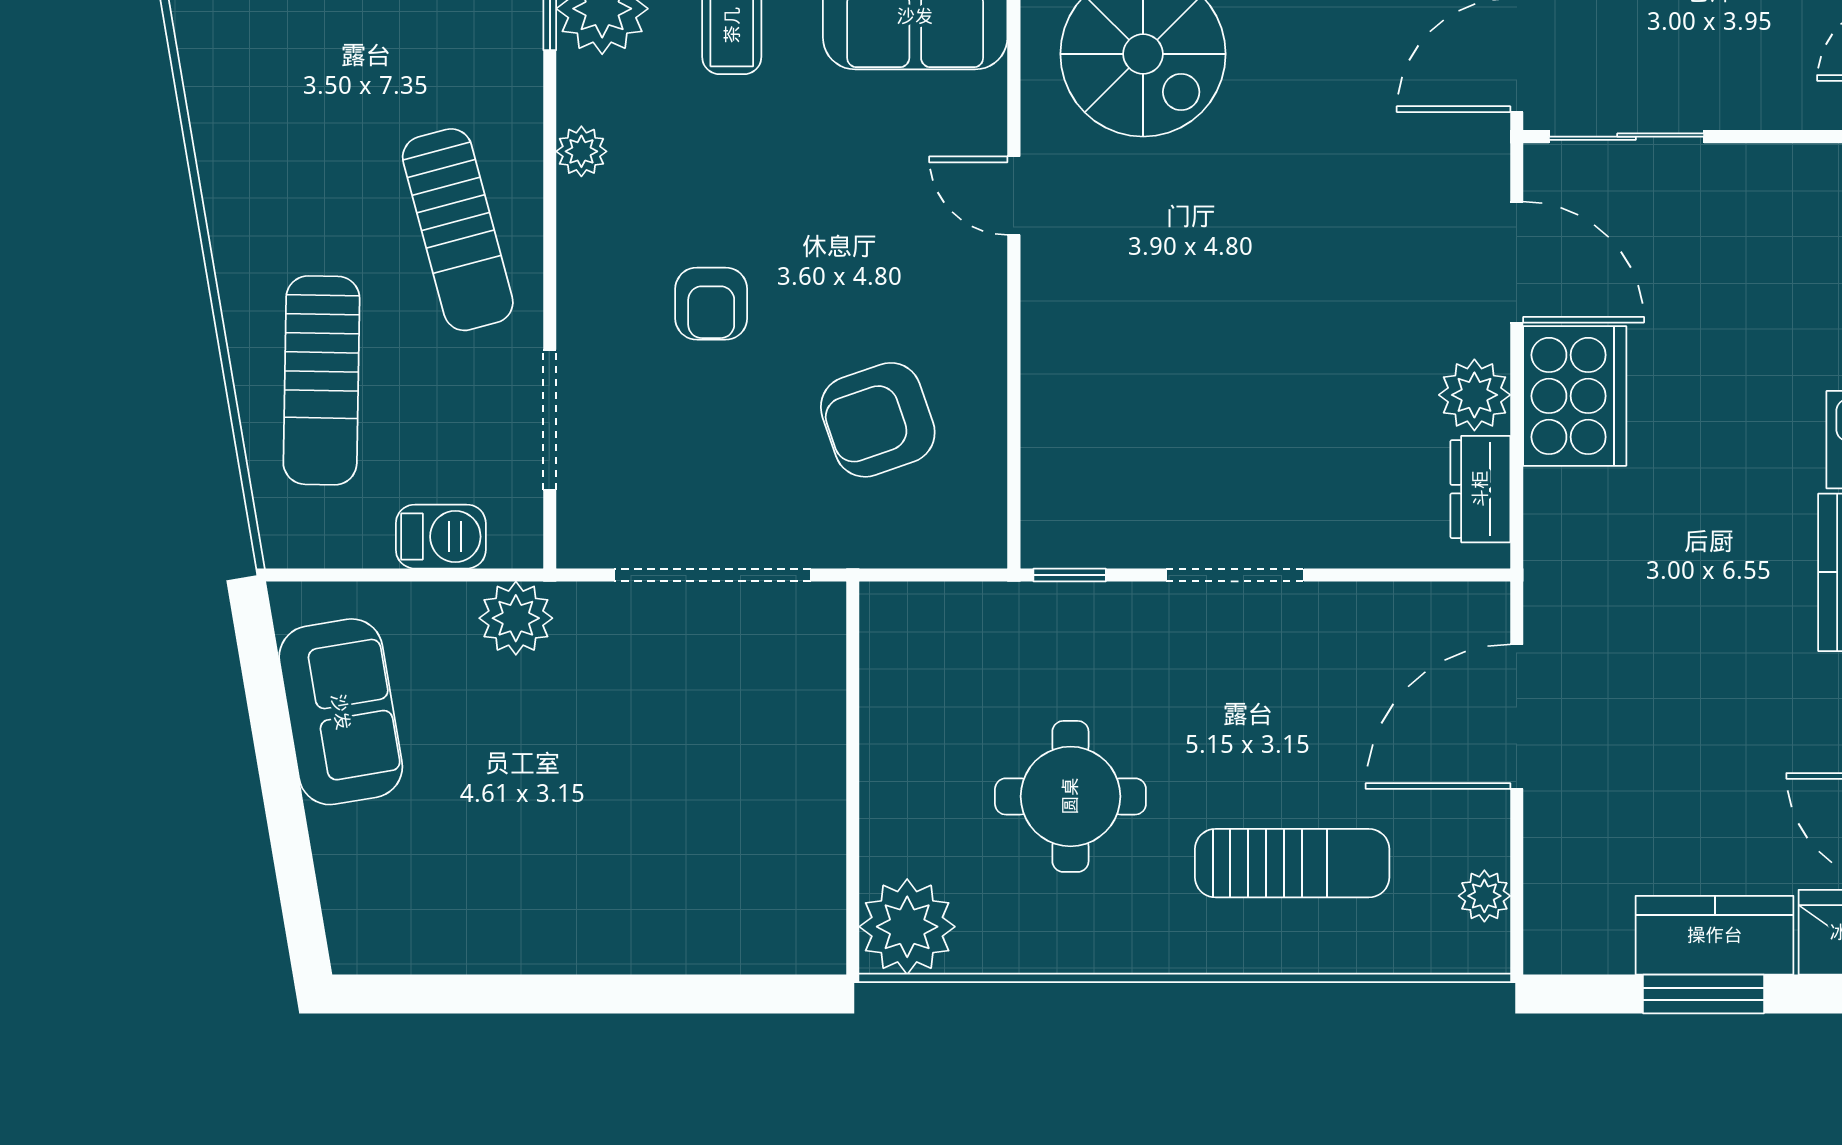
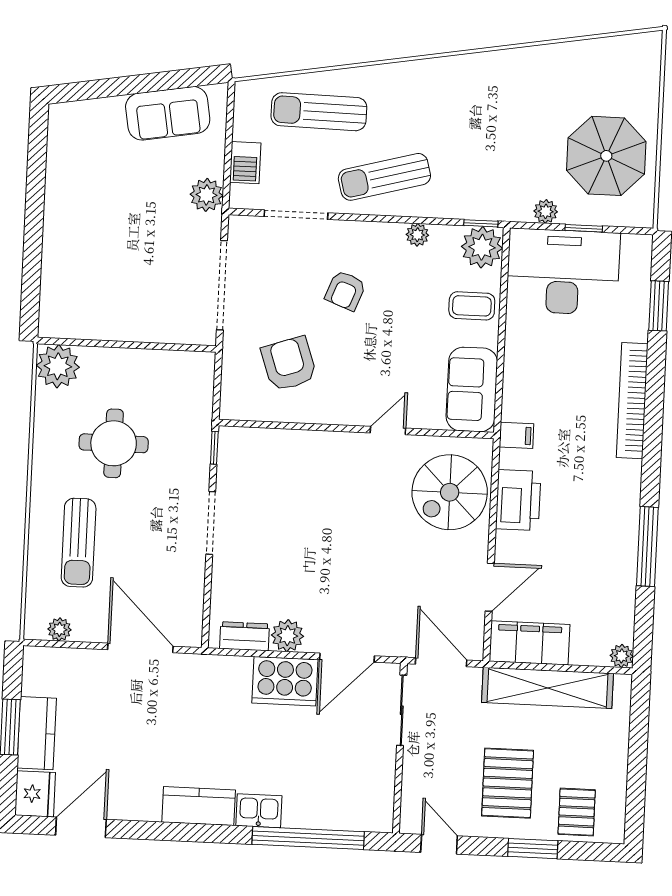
armchair: (711, 304) -> (345, 291), turned -69

